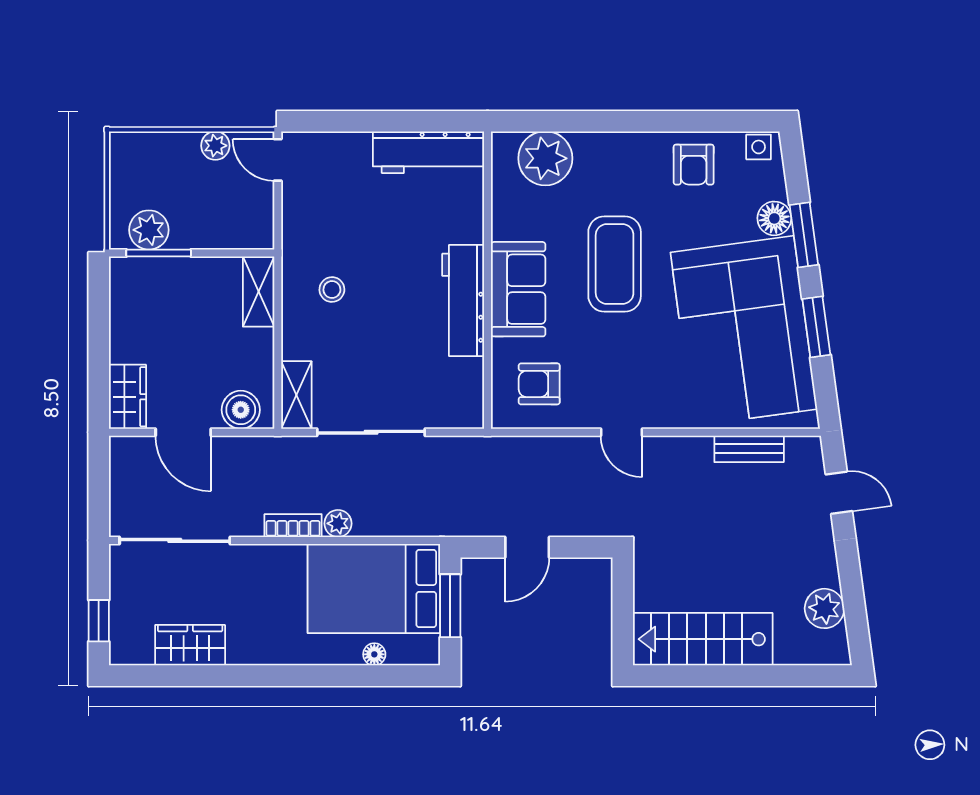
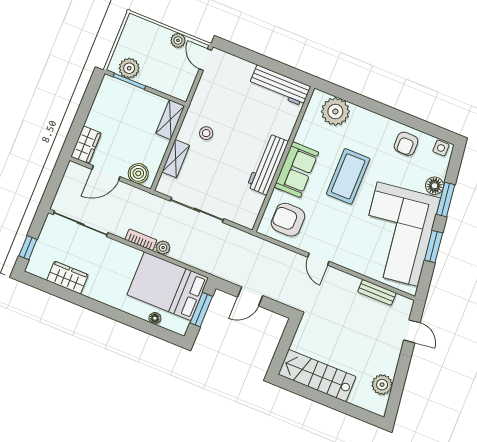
armchair: (539, 384) -> (288, 220), width x1.38, depth x1.38
shelving: (296, 395) -> (176, 159), moved
door: (183, 432) -> (106, 173), hinge flipped

